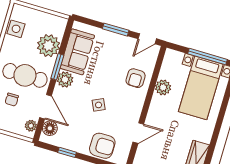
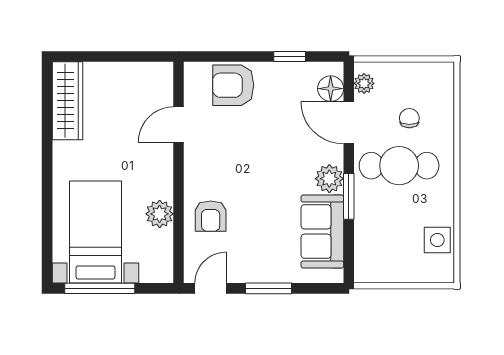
plant: (49, 46) -> (374, 228), removed
armchair: (136, 78) -> (211, 216), turned 180
side table: (99, 105) -> (260, 152), removed

